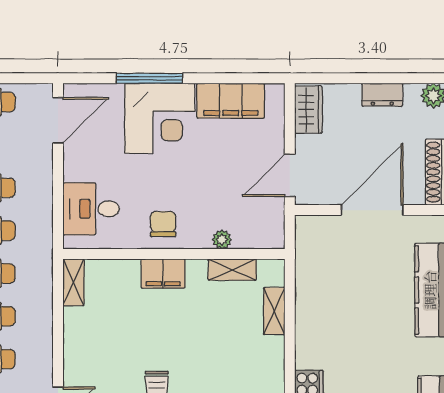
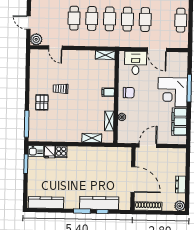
wardrobe: (308, 110) -> (175, 154), removed
door: (58, 120) -> (157, 50), moved
door: (290, 175) -> (148, 146), hinge flipped
filing cabinet: (163, 273) -> (108, 92), width x0.50

